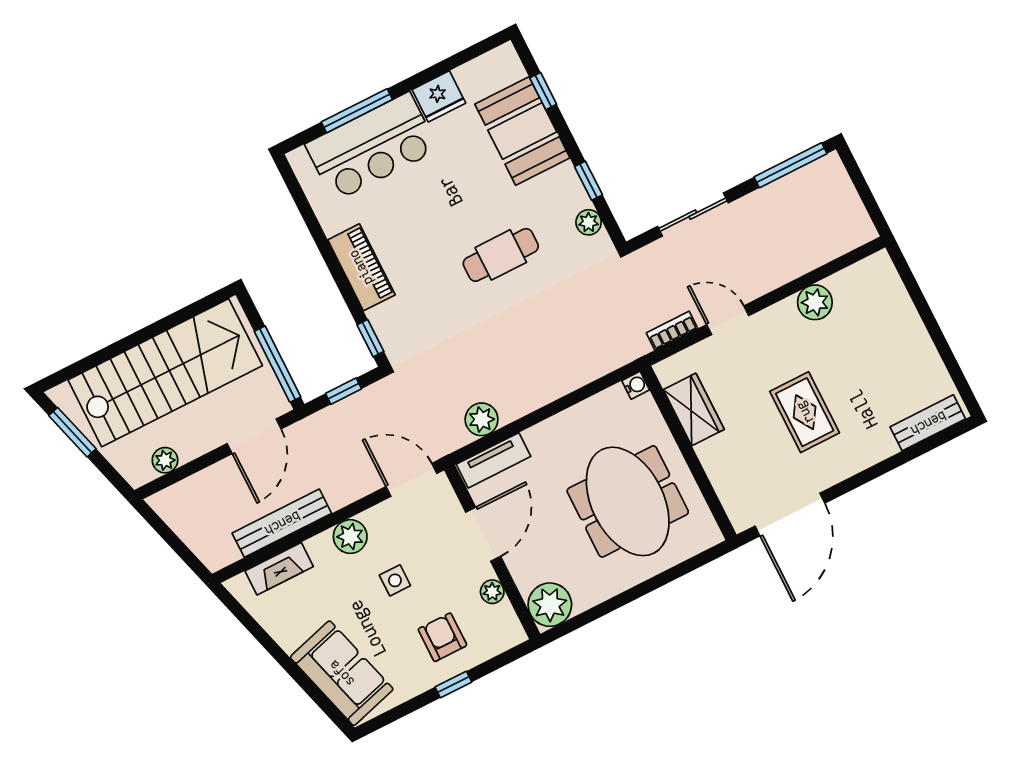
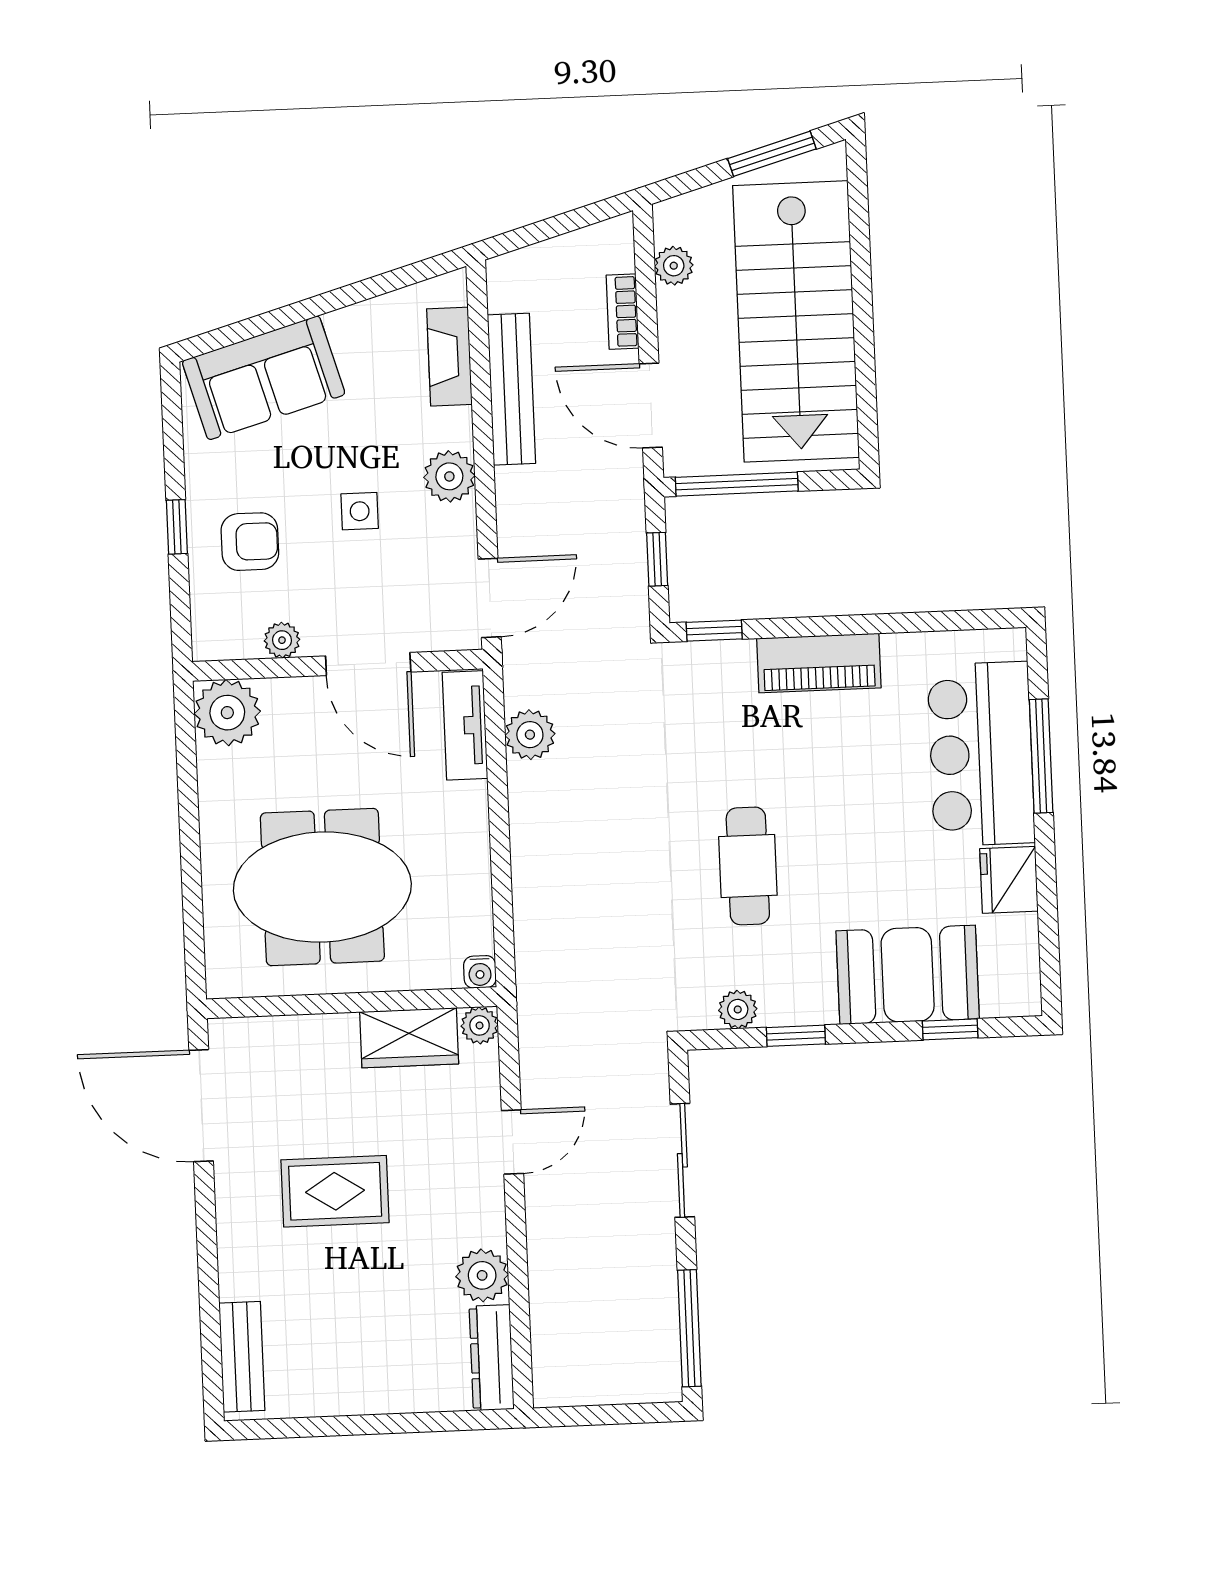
dresser: (861, 275) -> (492, 1358), added
bookcase: (672, 331) -> (623, 312), moved, turned 180
plant: (667, 371) -> (480, 1025), added

